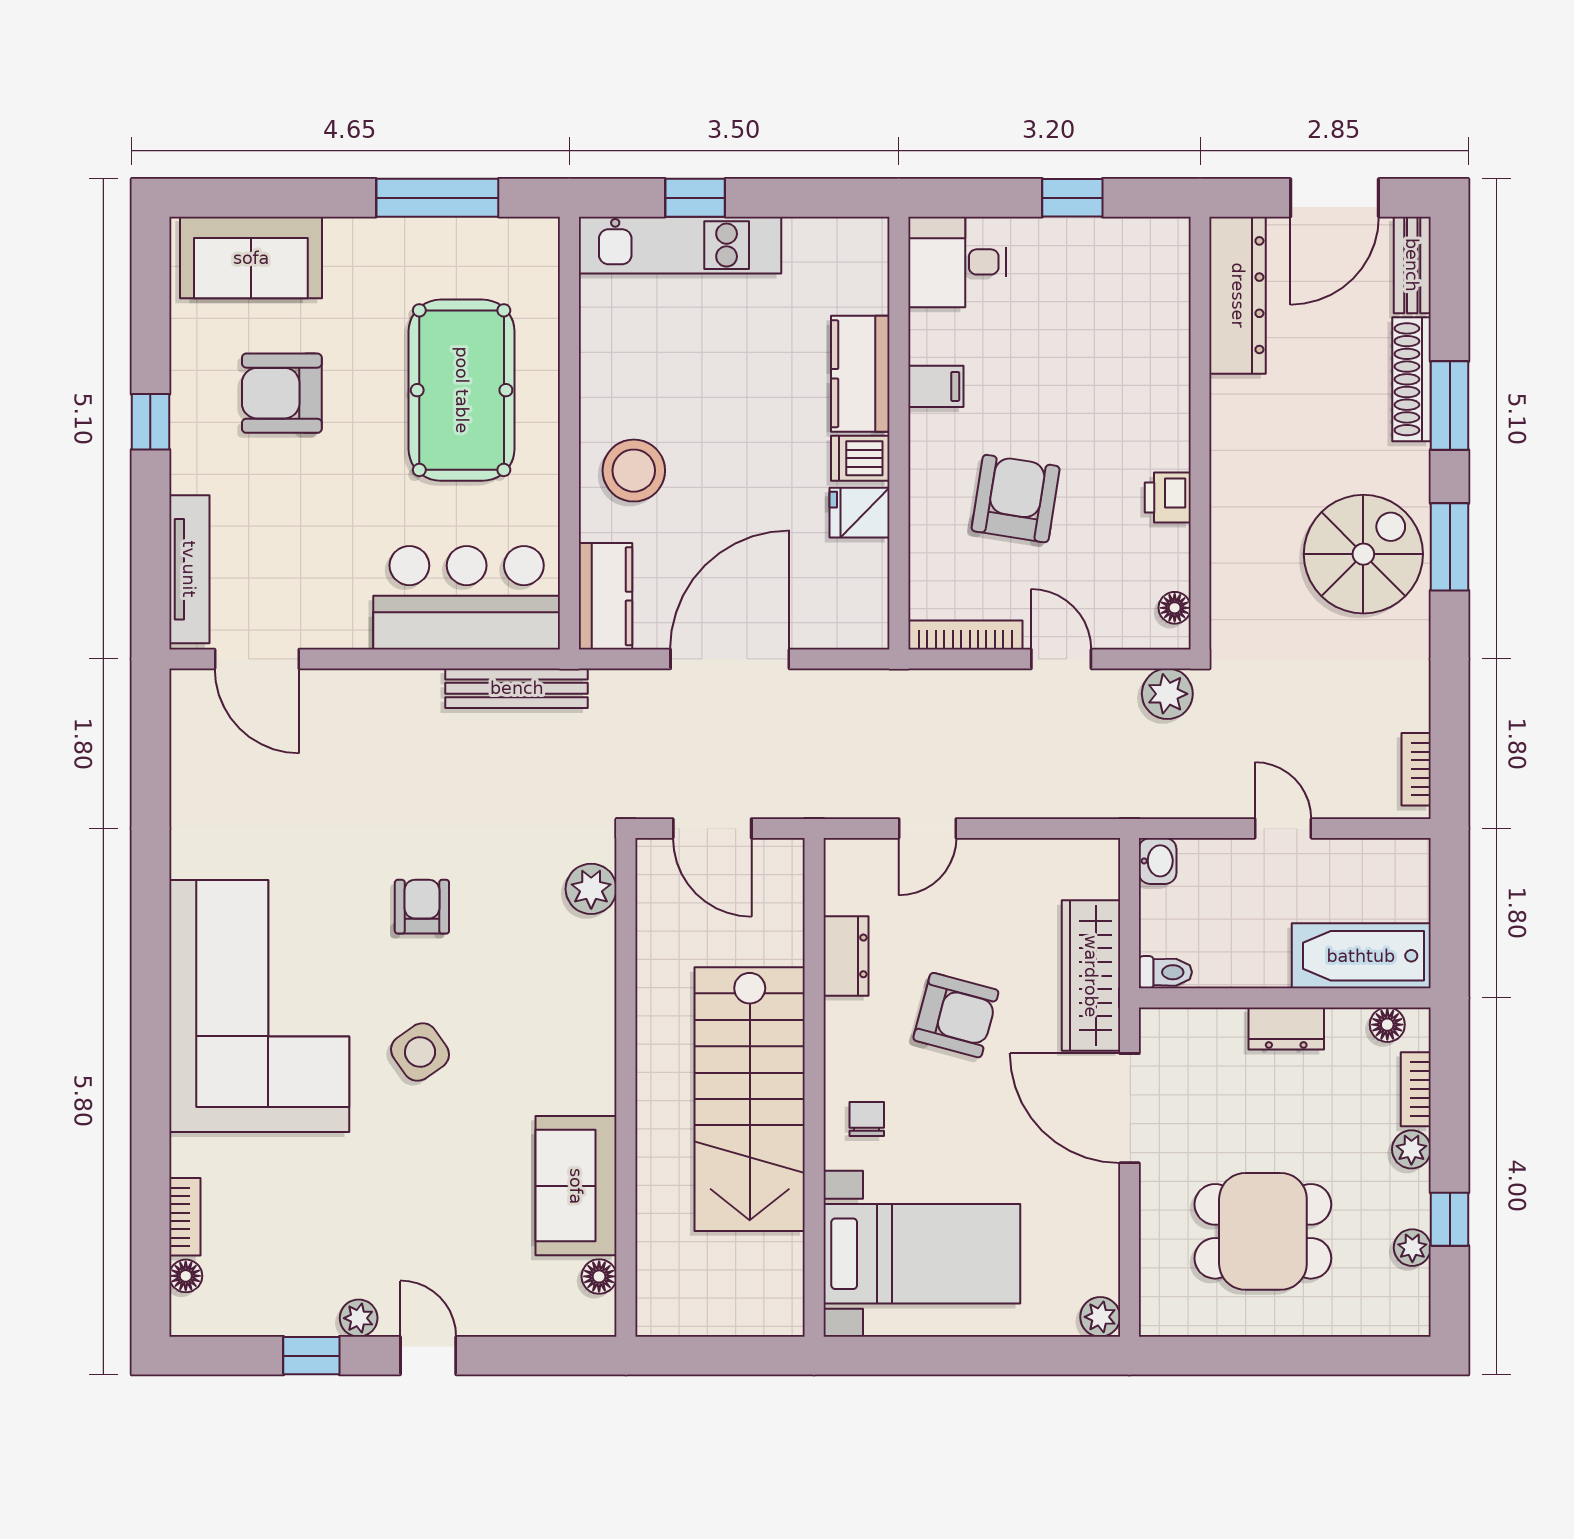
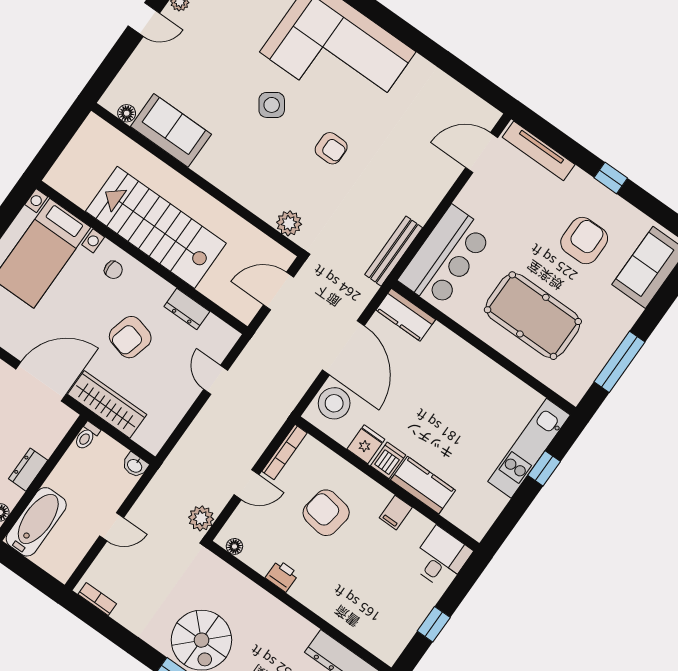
stool: (634, 471) -> (334, 403), moved
armchair: (1016, 499) -> (326, 513), turned 180

